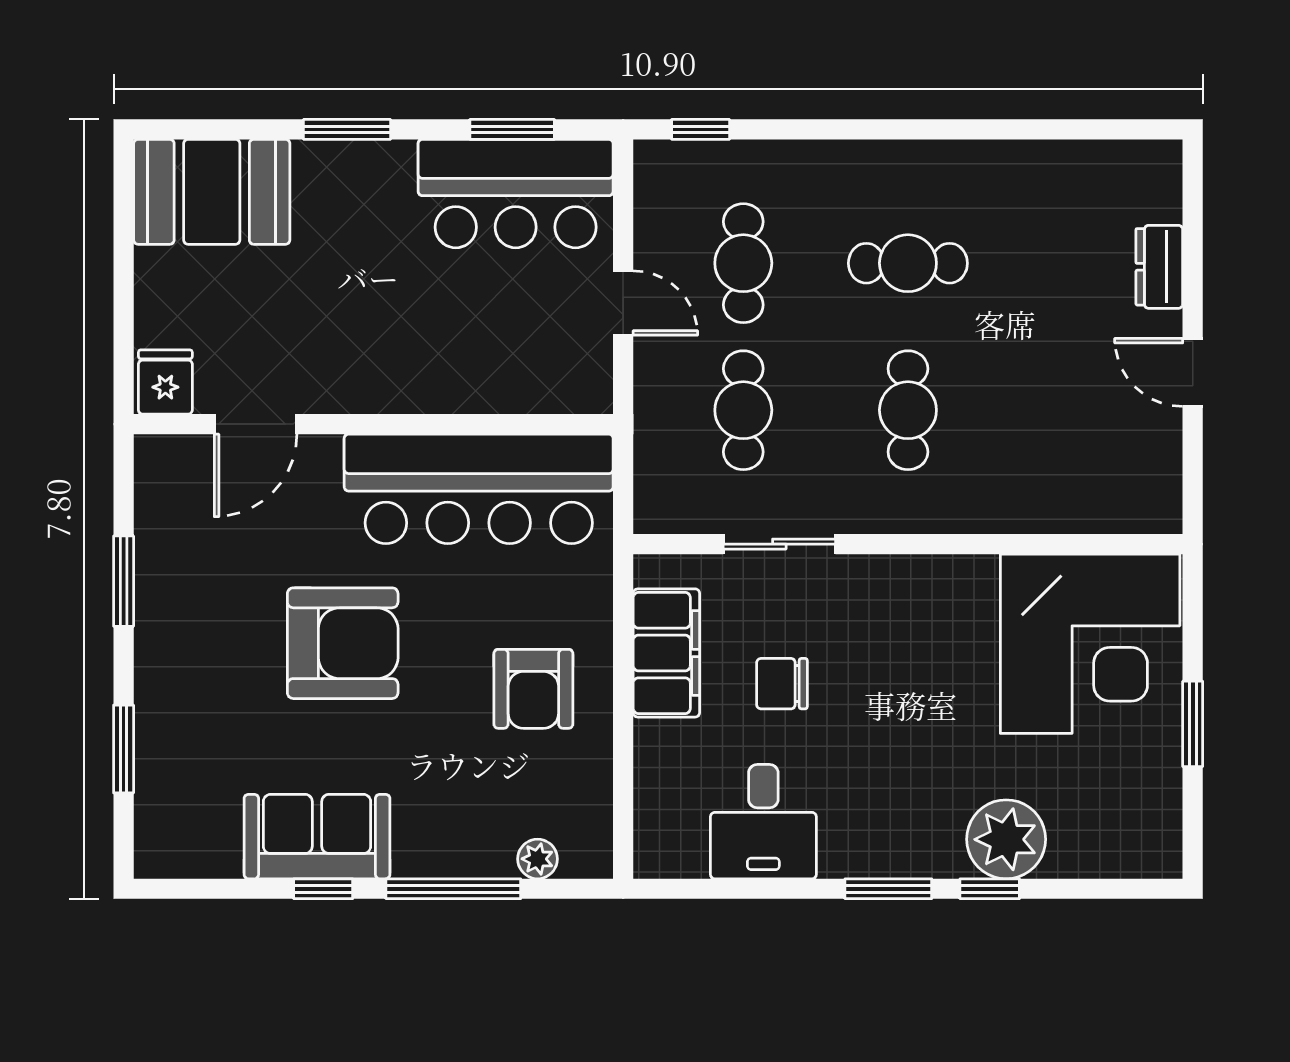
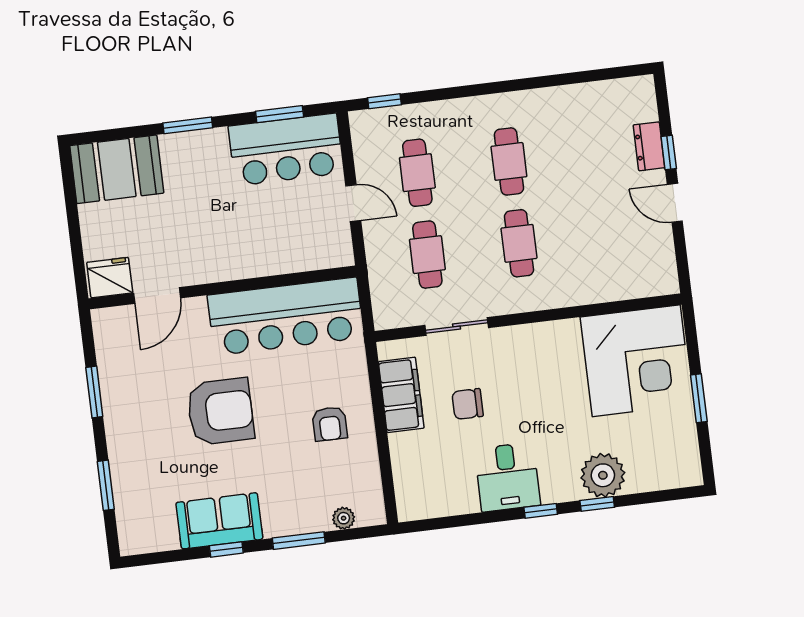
cafe table: (908, 263) -> (509, 161), turned 90
window: (1193, 282) -> (669, 153), added
fridge: (165, 382) -> (110, 278), width x1.38
armchair: (533, 689) -> (330, 424), width x0.72, depth x0.72
desk: (763, 822) -> (507, 477), moved
window: (453, 889) -> (299, 541), width x0.69
window: (888, 889) -> (541, 511), width x0.67

